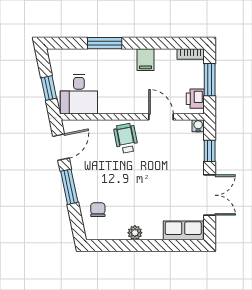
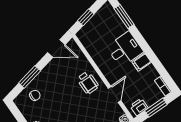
window: (105, 43) -> (124, 16), moved
desk: (79, 94) -> (125, 49), moved, turned 180
wheelchair: (126, 138) -> (88, 83), turned 101
window: (69, 187) -> (30, 77), moved

